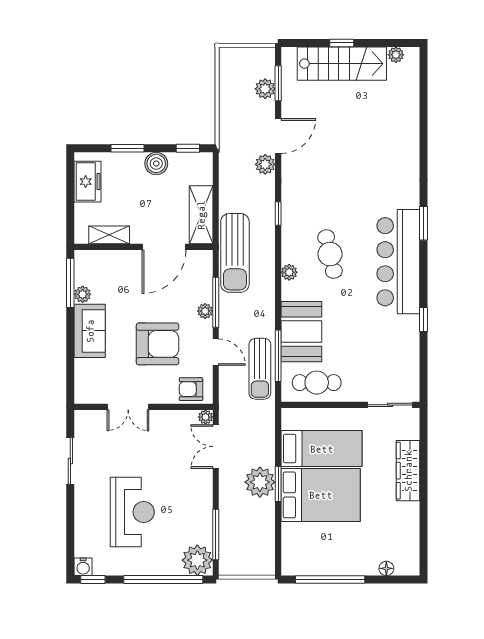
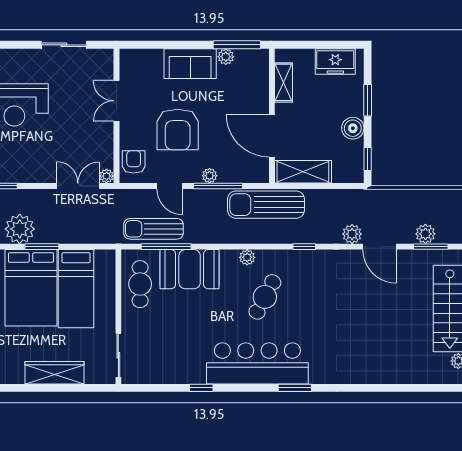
cafe table: (330, 254) -> (265, 297), turned -49
door: (216, 352) -> (170, 186), hinge flipped
plant: (260, 482) -> (20, 229), moved

